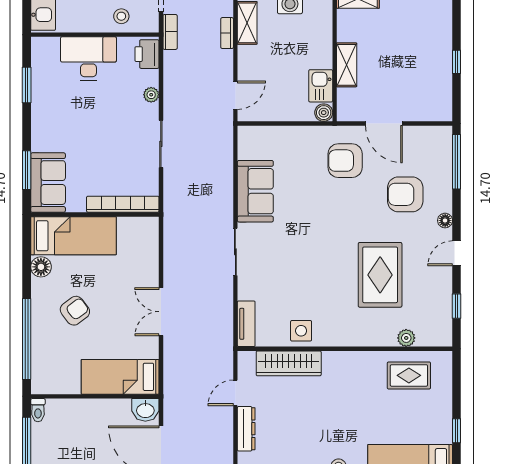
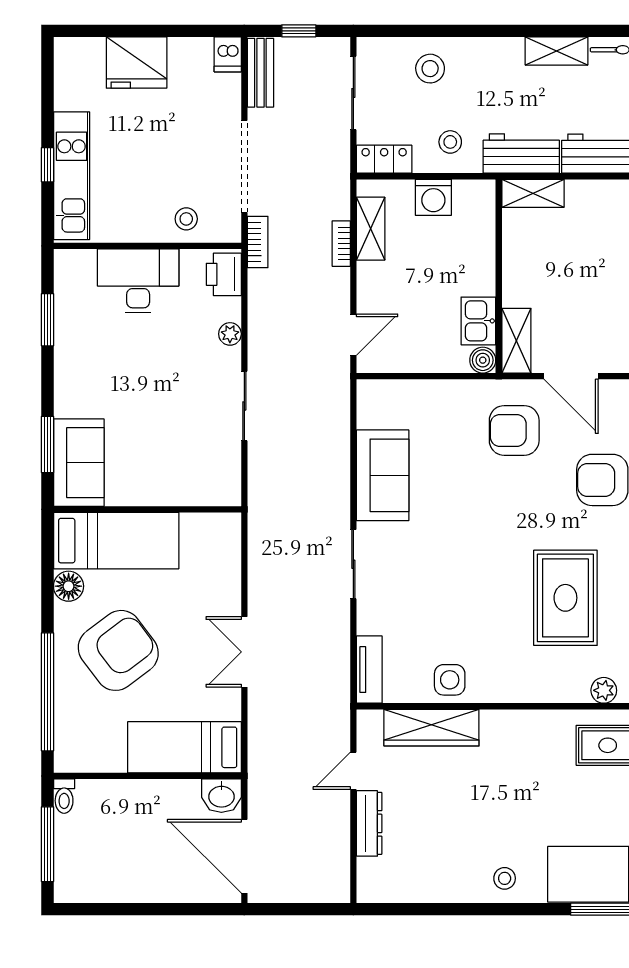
shelving: (347, 65) -> (516, 341), moved
bookcase: (123, 204) -> (188, 494), removed
armchair: (75, 311) -> (118, 650), width x1.88, depth x1.88

